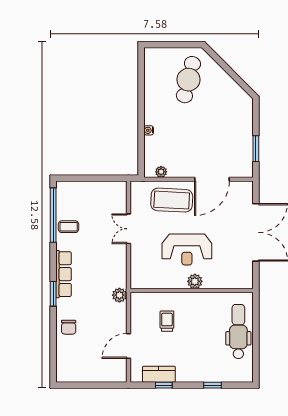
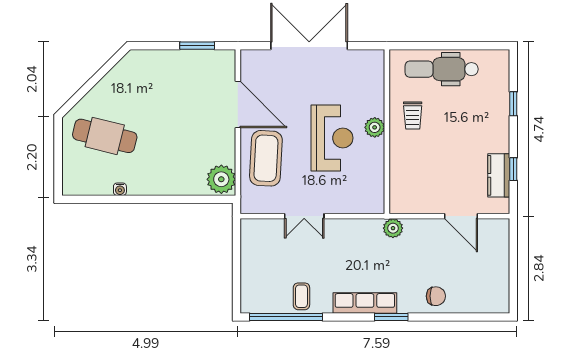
water cooler: (149, 130) -> (120, 189), moved
plant: (161, 172) -> (221, 179), width x1.88, depth x1.88
trolley: (167, 321) -> (413, 115), moved, turned -90

